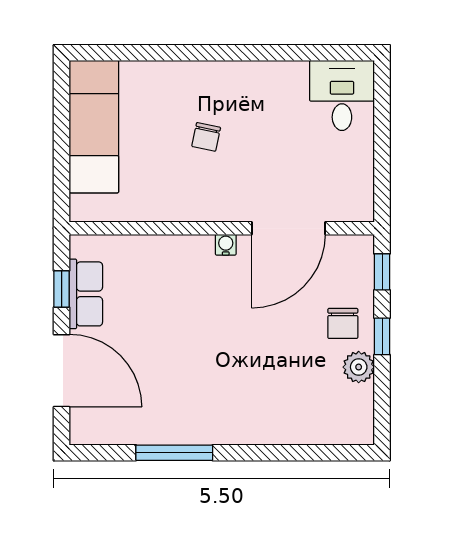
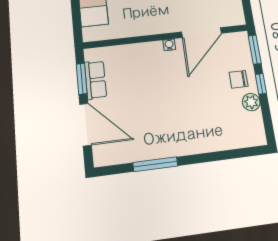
window: (382, 272) -> (255, 50), width x1.50
window: (62, 289) -> (82, 79), width x1.50
chair: (343, 323) -> (239, 79), turned 90

